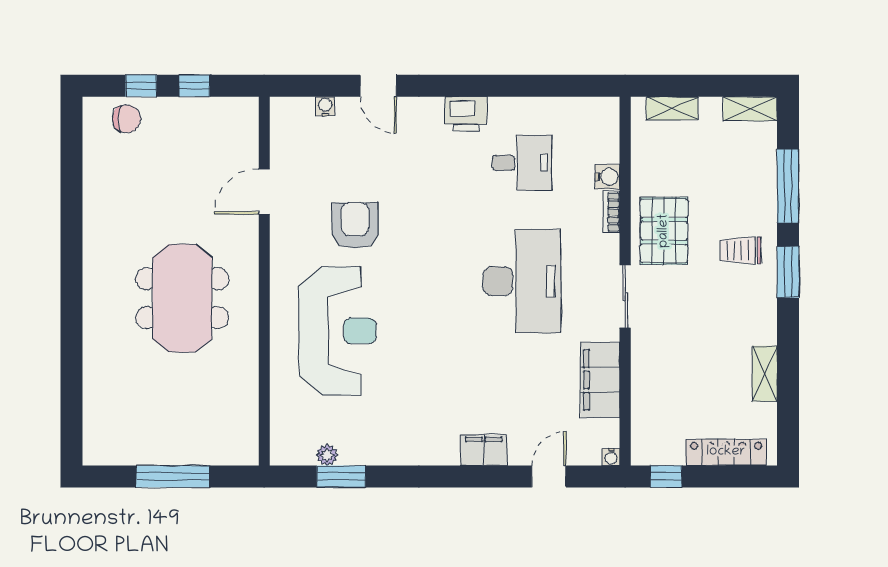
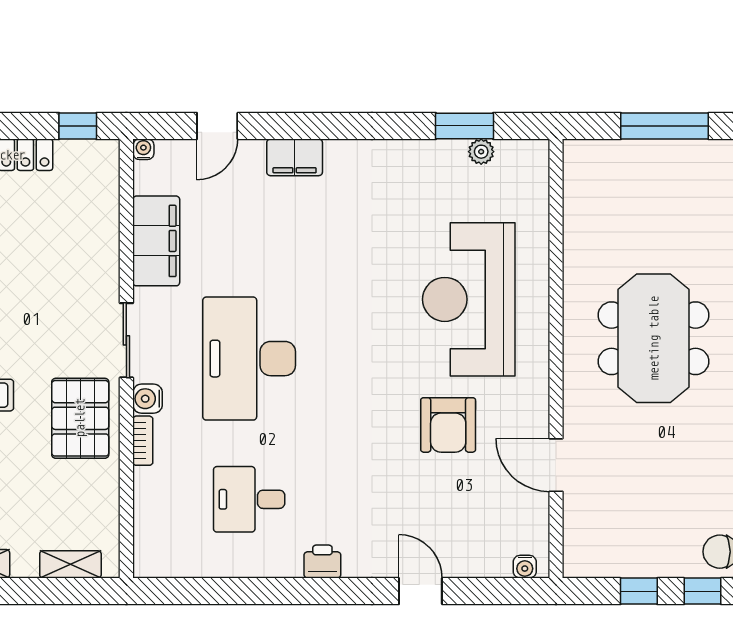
water cooler: (325, 106) -> (525, 567), moved
printer: (466, 114) -> (322, 562), width x0.73, depth x0.81
water cooler: (607, 177) -> (148, 399), moved
door: (264, 192) -> (556, 465), swing flipped

